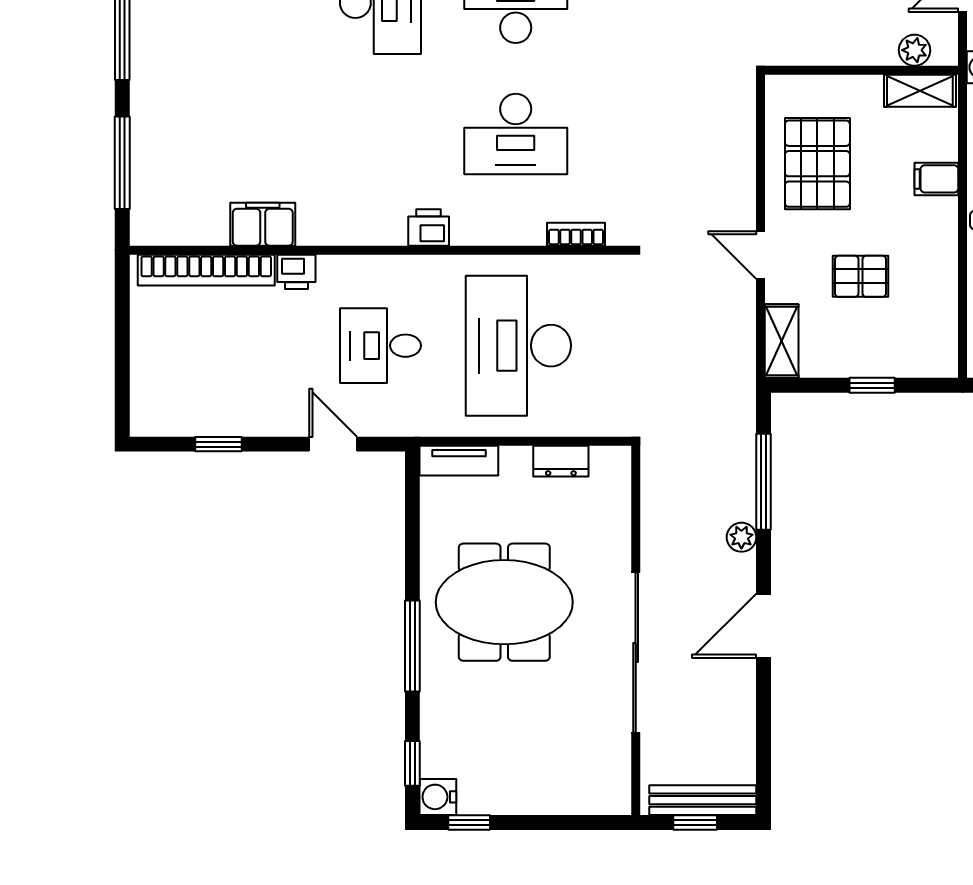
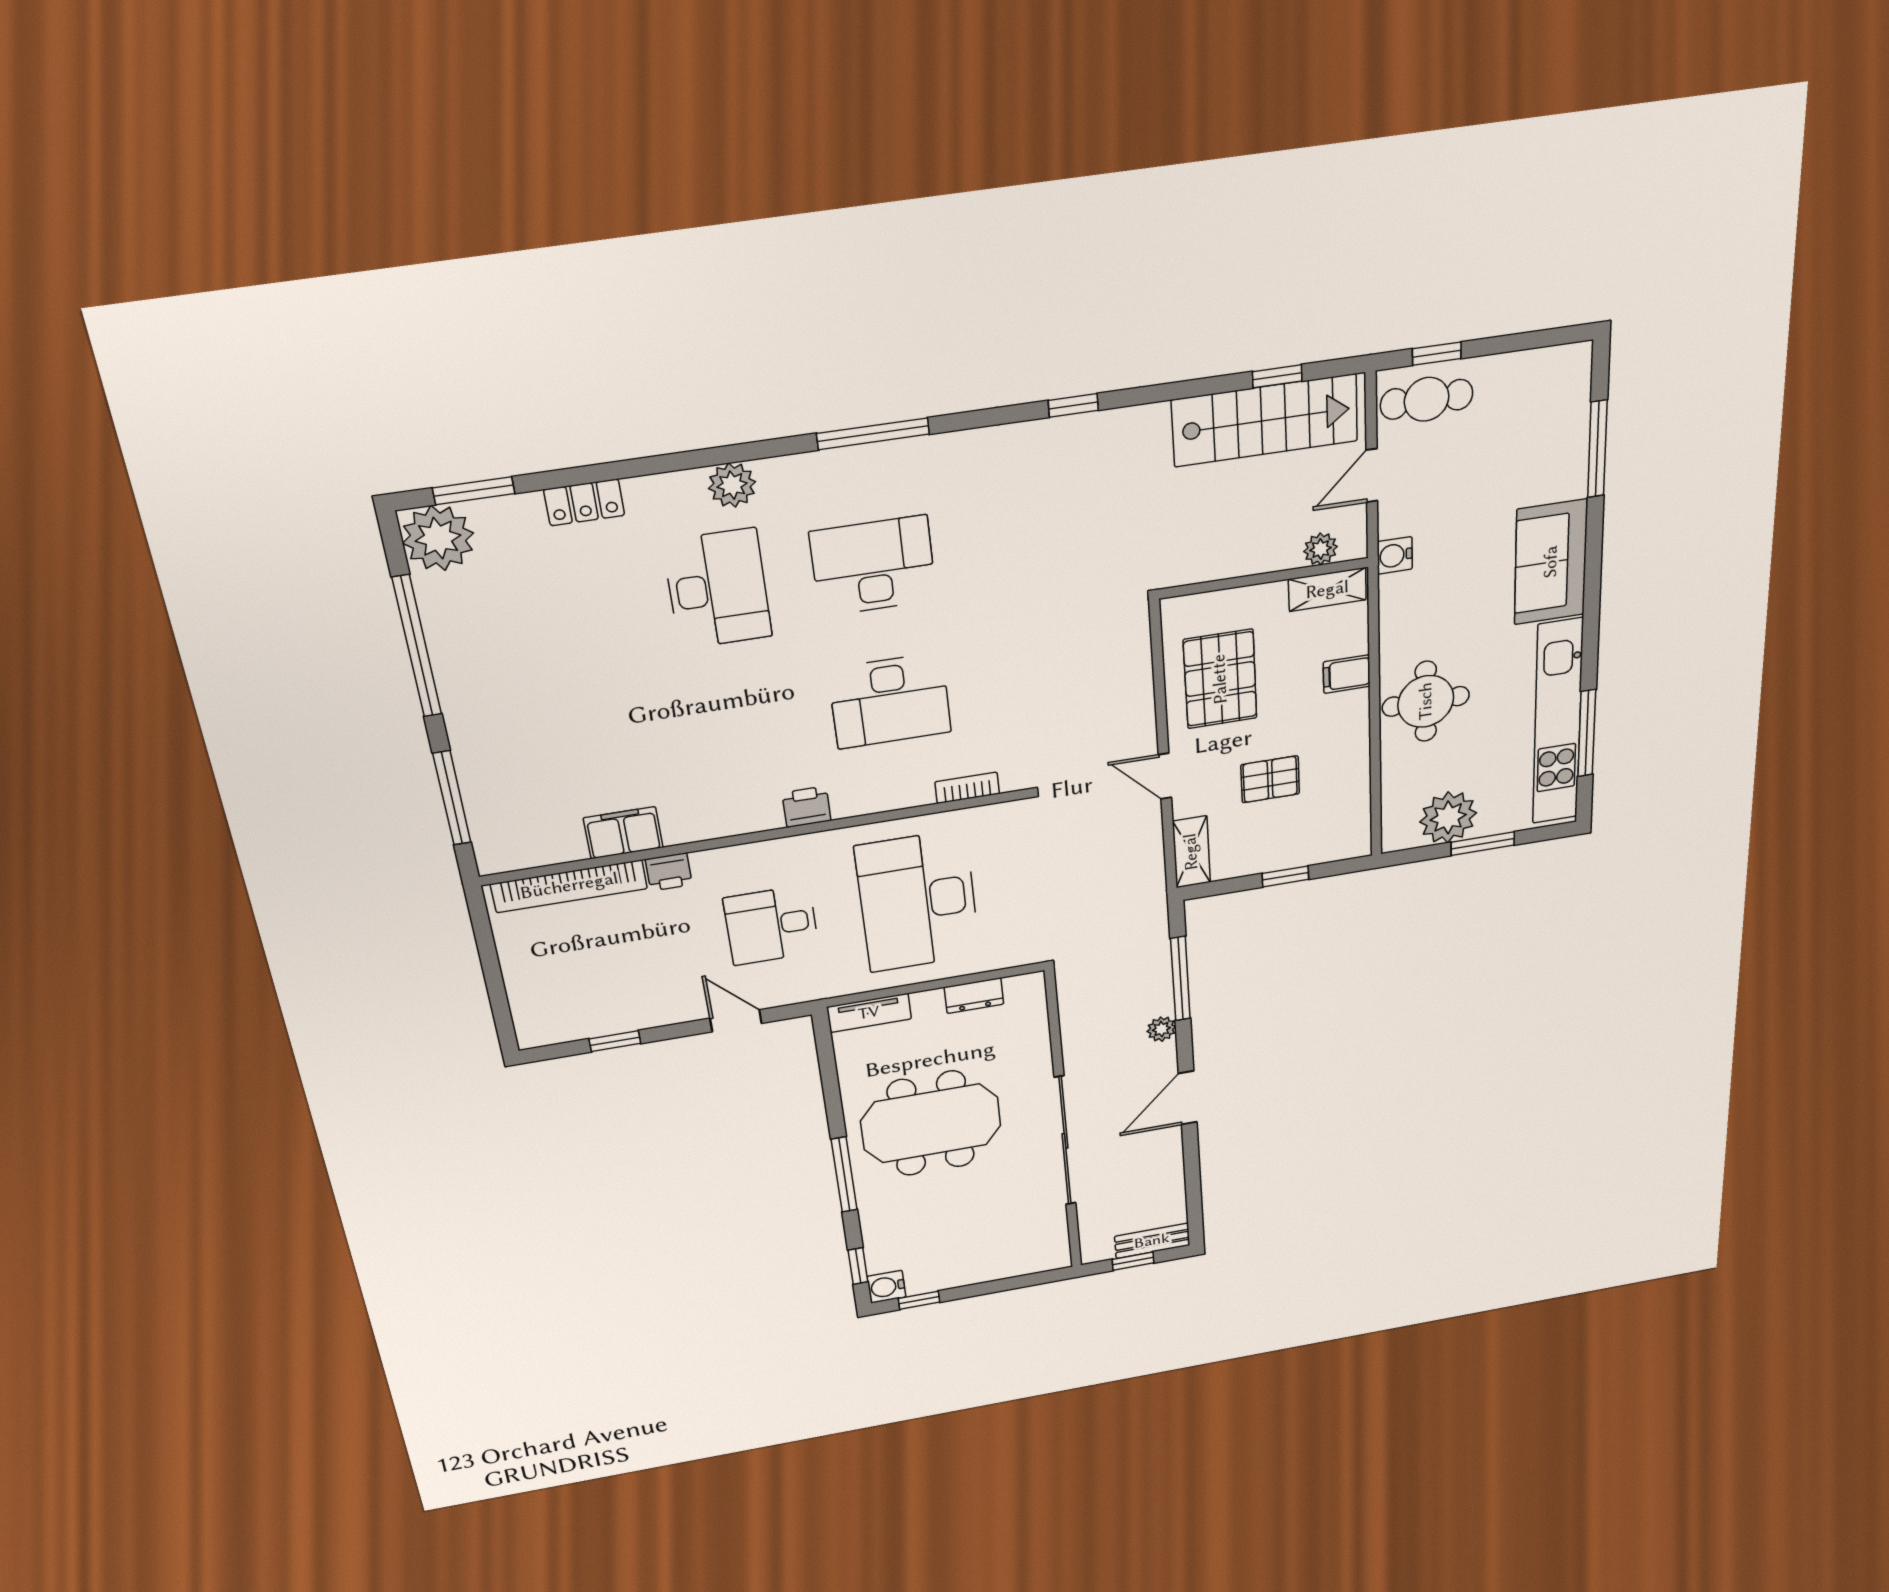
bench: (703, 800) -> (1152, 1241), width x0.73

